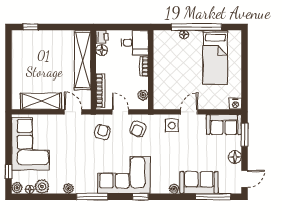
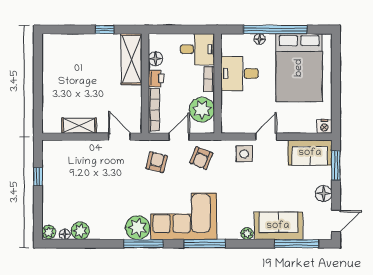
window: (31, 27) -> (105, 29), moved
printer: (102, 37) -> (156, 78), moved
bed: (215, 57) -> (299, 68), width x1.50
shelving: (83, 60) -> (132, 59), width x0.68
desk: (168, 62) -> (239, 74), added
plant: (143, 95) -> (202, 110), width x1.88, depth x1.88
shelving: (41, 101) -> (79, 126), width x0.67, depth x0.75
door: (120, 112) -> (179, 137), hinge flipped
corner sofa: (31, 144) -> (66, 177), removed
window: (8, 172) -> (38, 176), moved
plant: (68, 188) -> (138, 228), moved, width x1.88, depth x1.88
window: (140, 197) -> (205, 244), width x2.17

